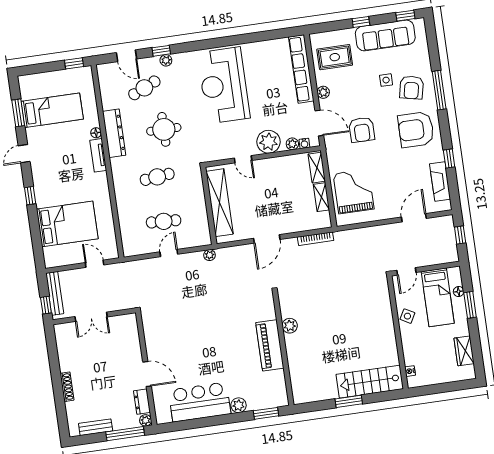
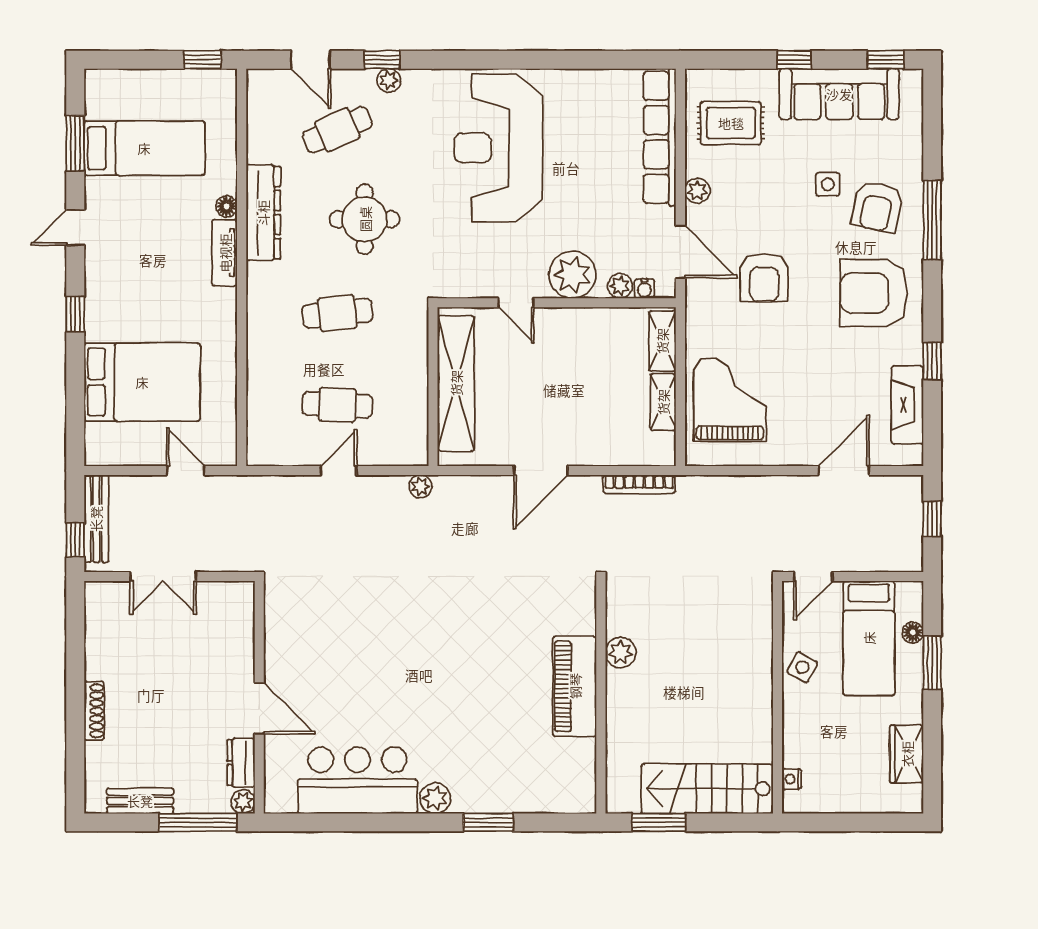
plant: (290, 326) -> (621, 652), moved
piano: (270, 345) -> (575, 686), moved
wall: (283, 349) -> (601, 697), moved

